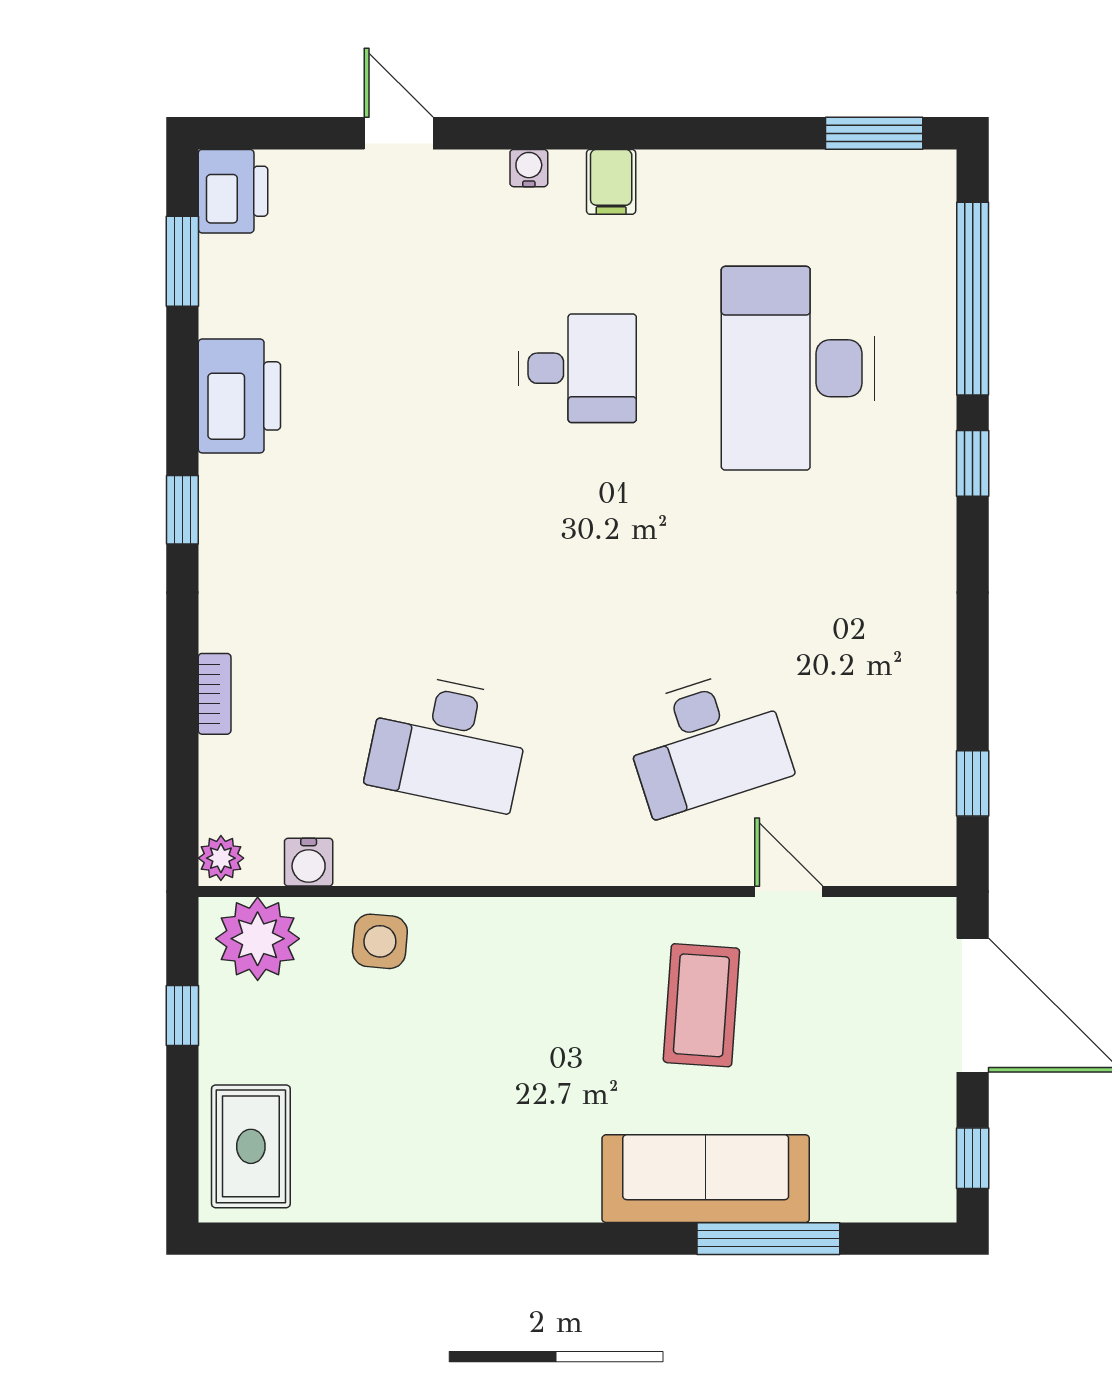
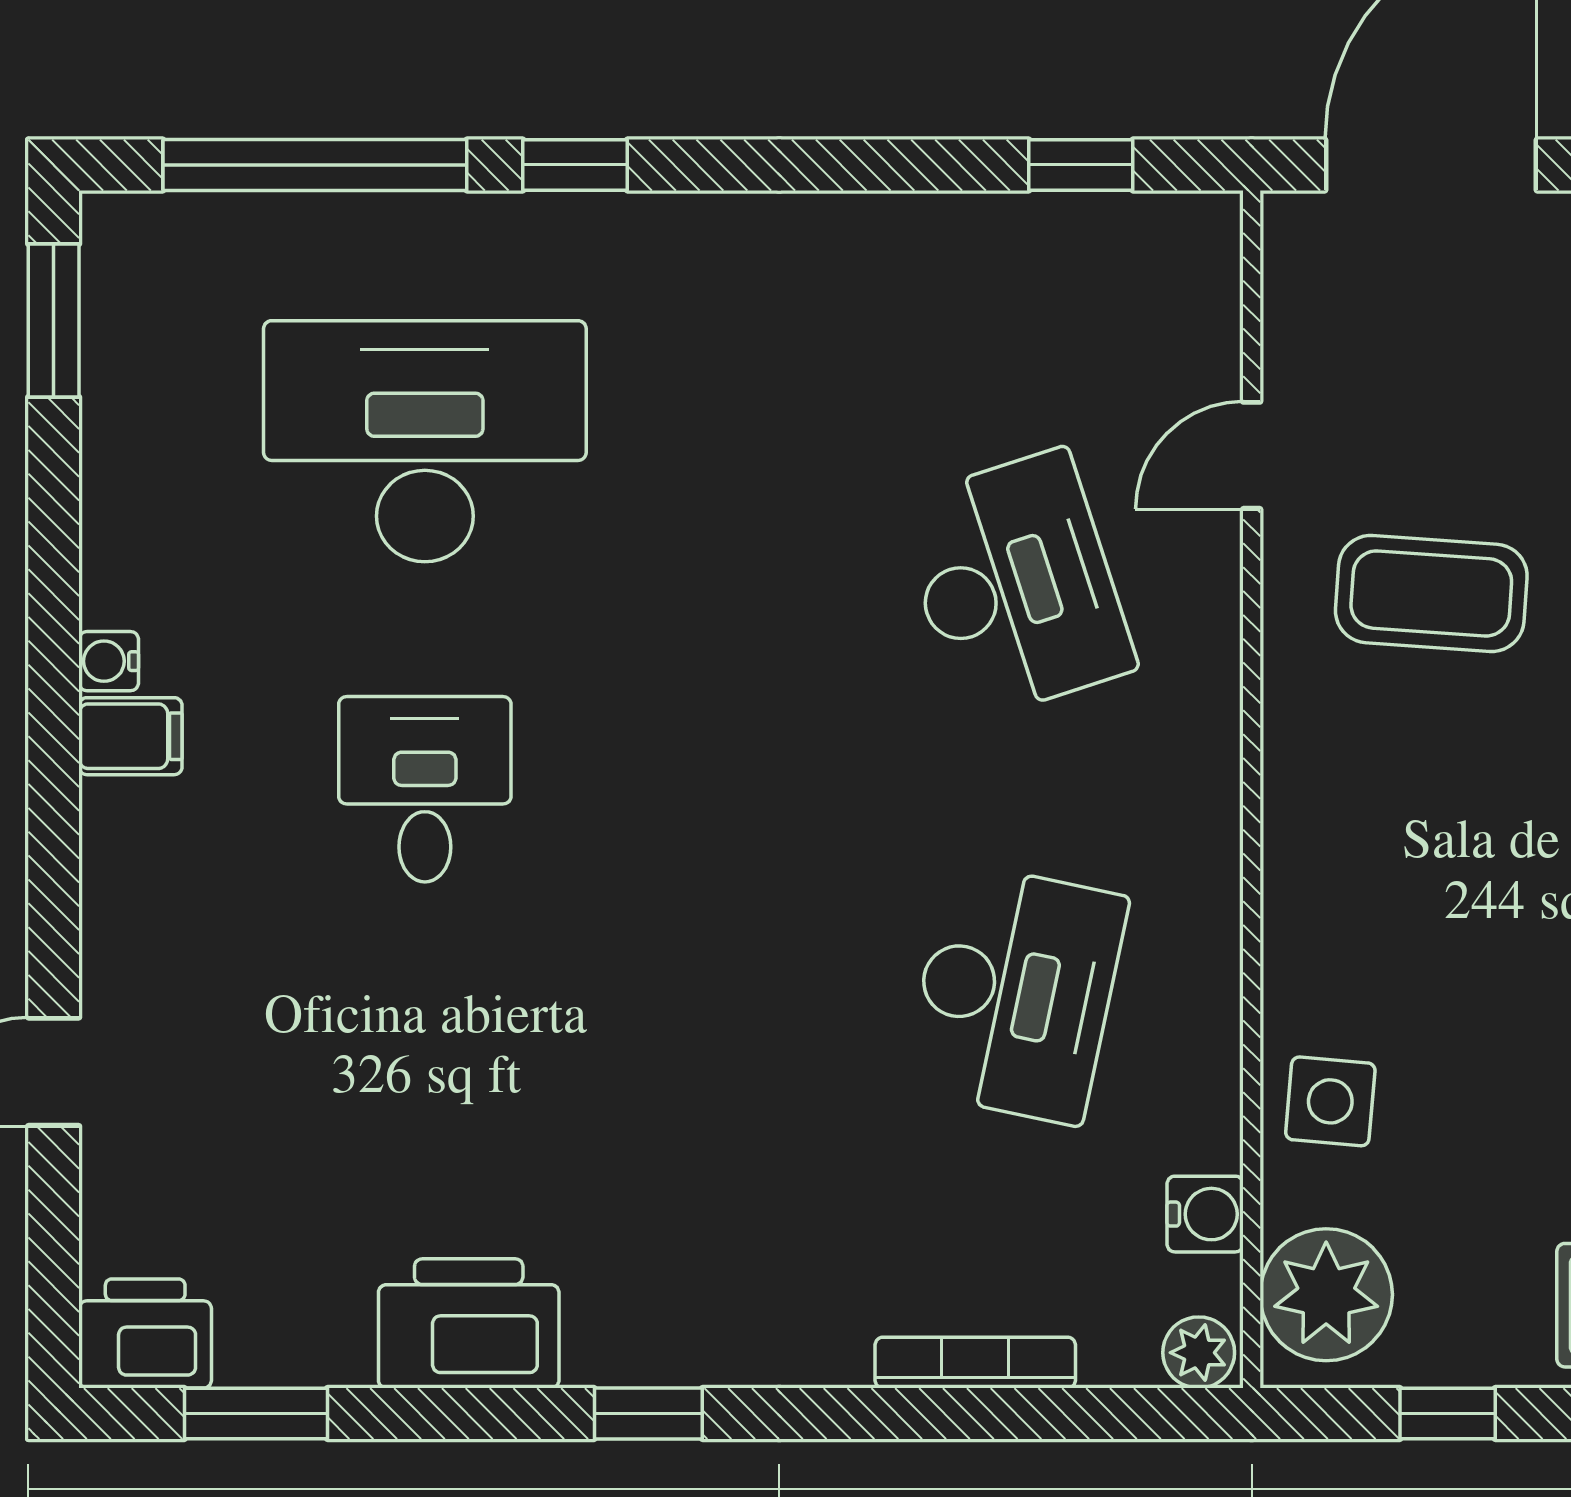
water cooler: (529, 168) -> (109, 661), moved
desk: (798, 368) -> (425, 441), turned 180
bookcase: (215, 694) -> (975, 1363), width x1.56

